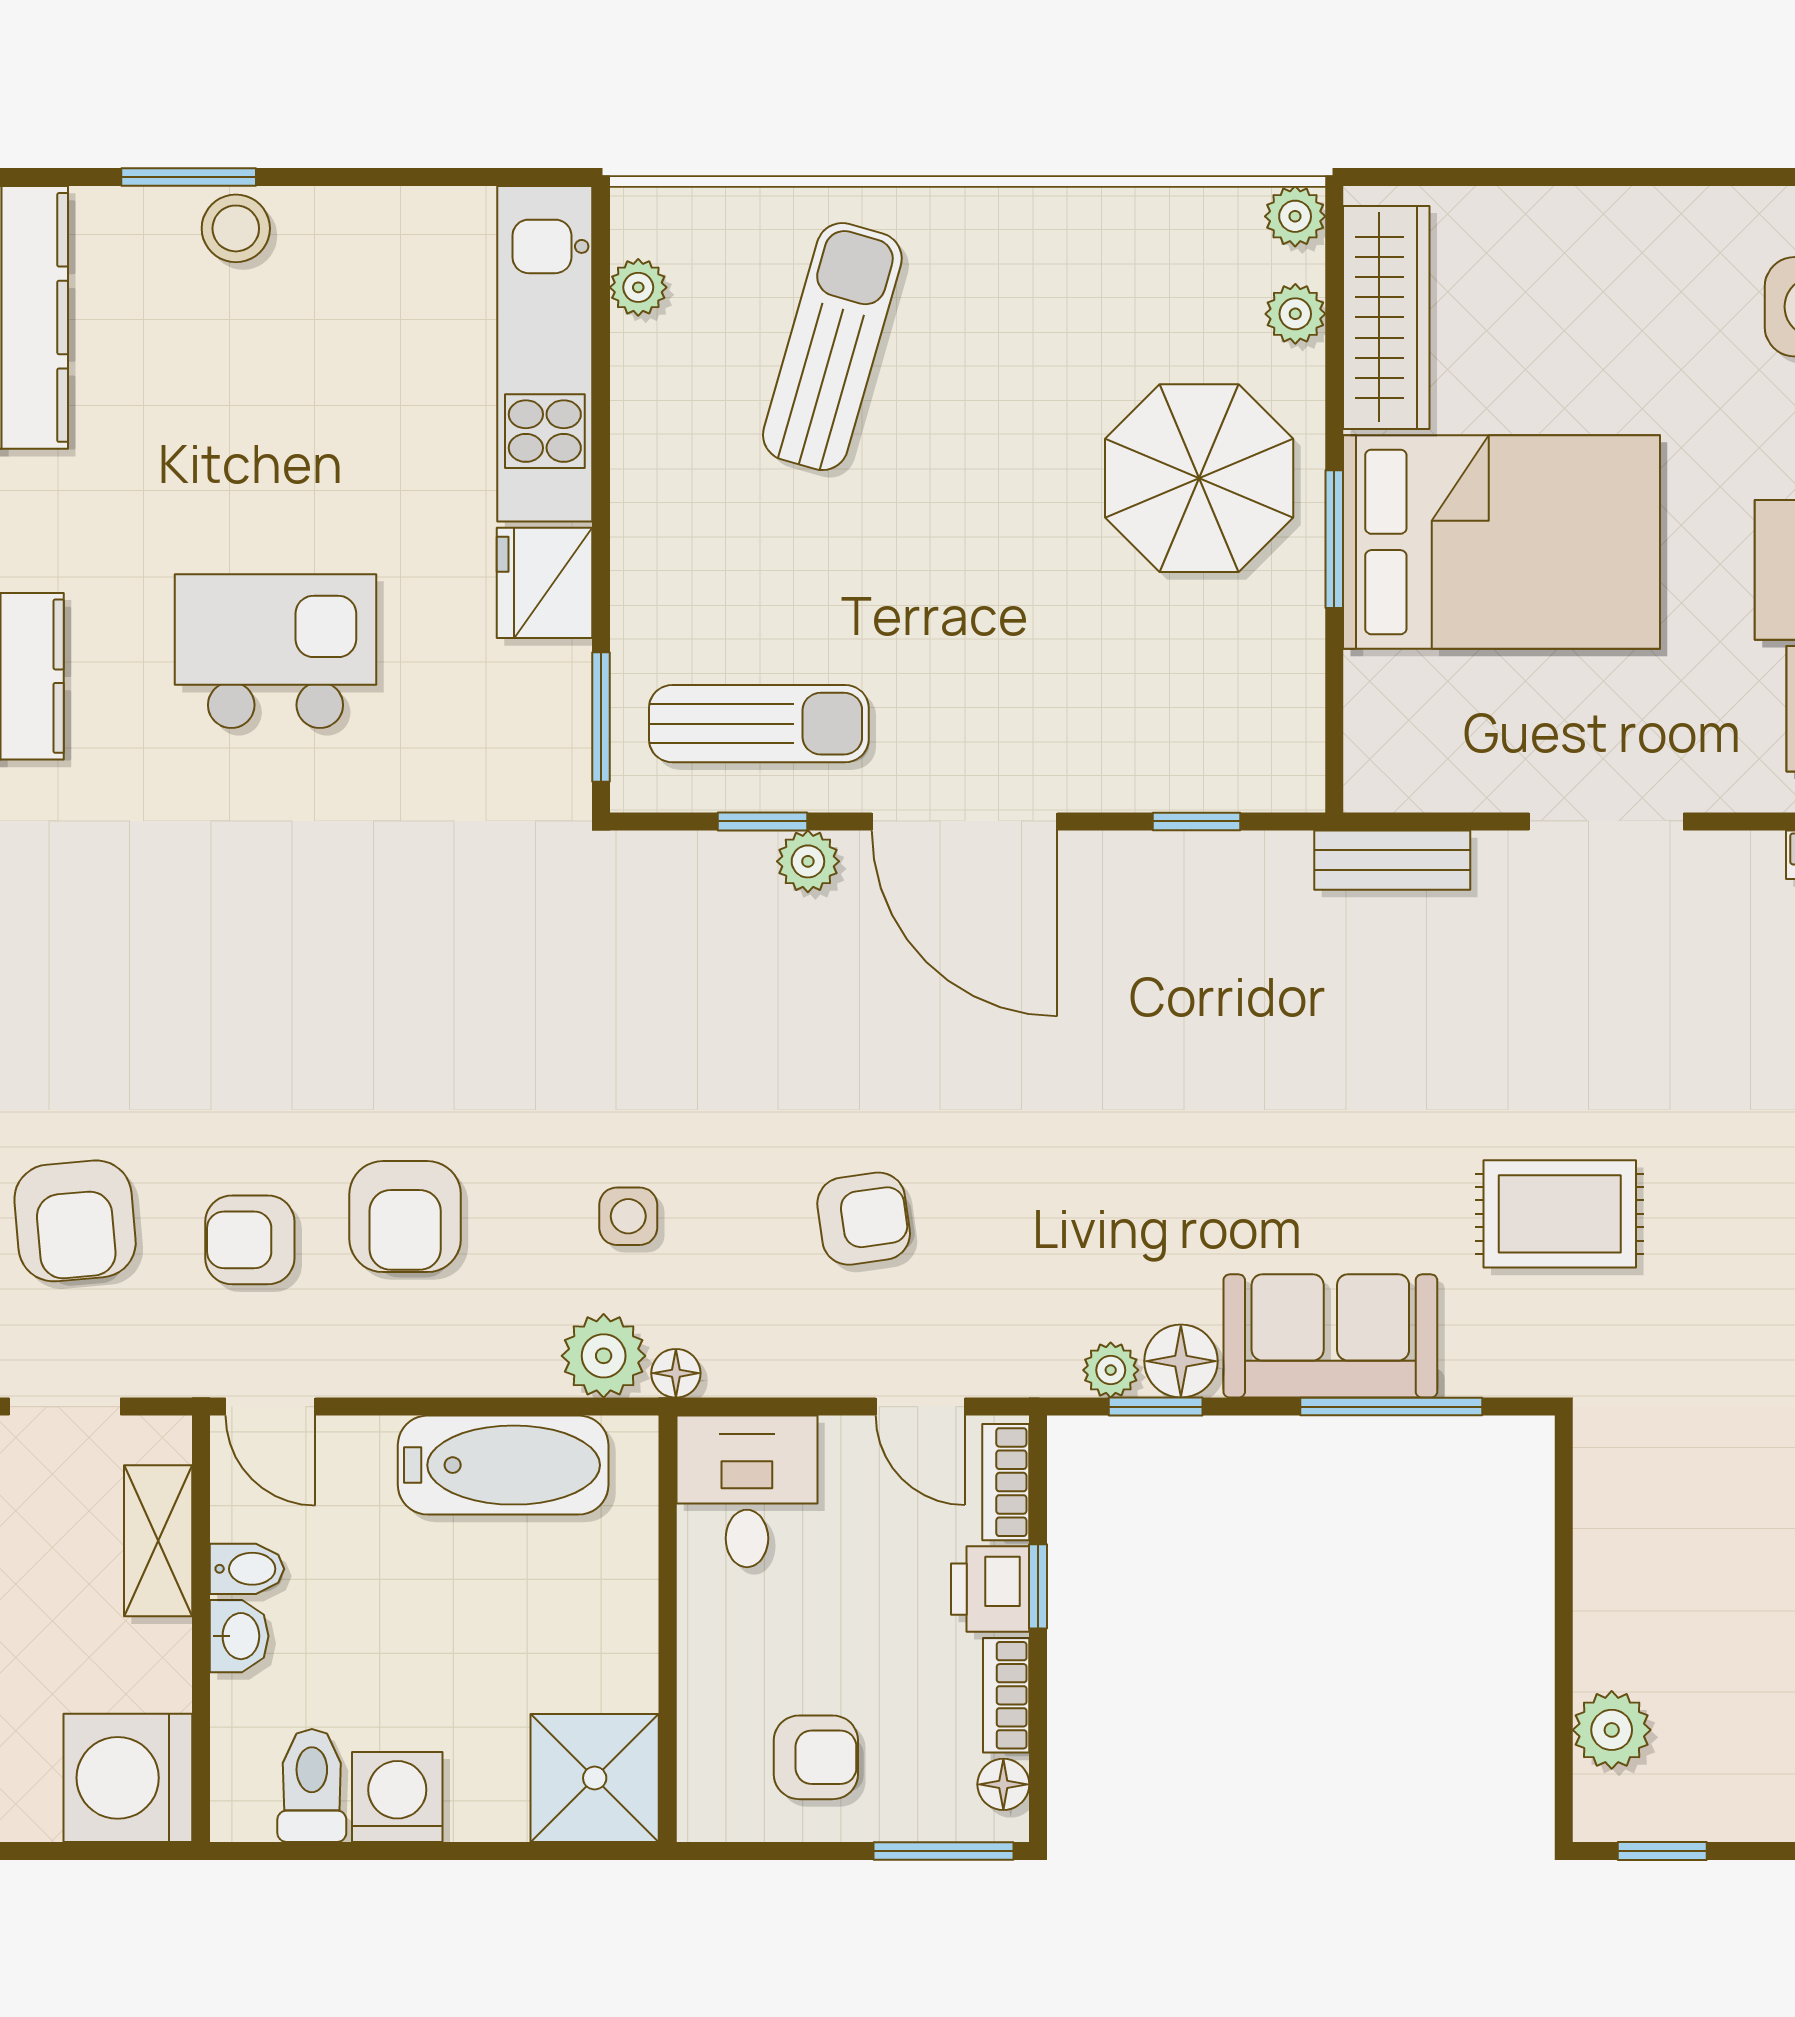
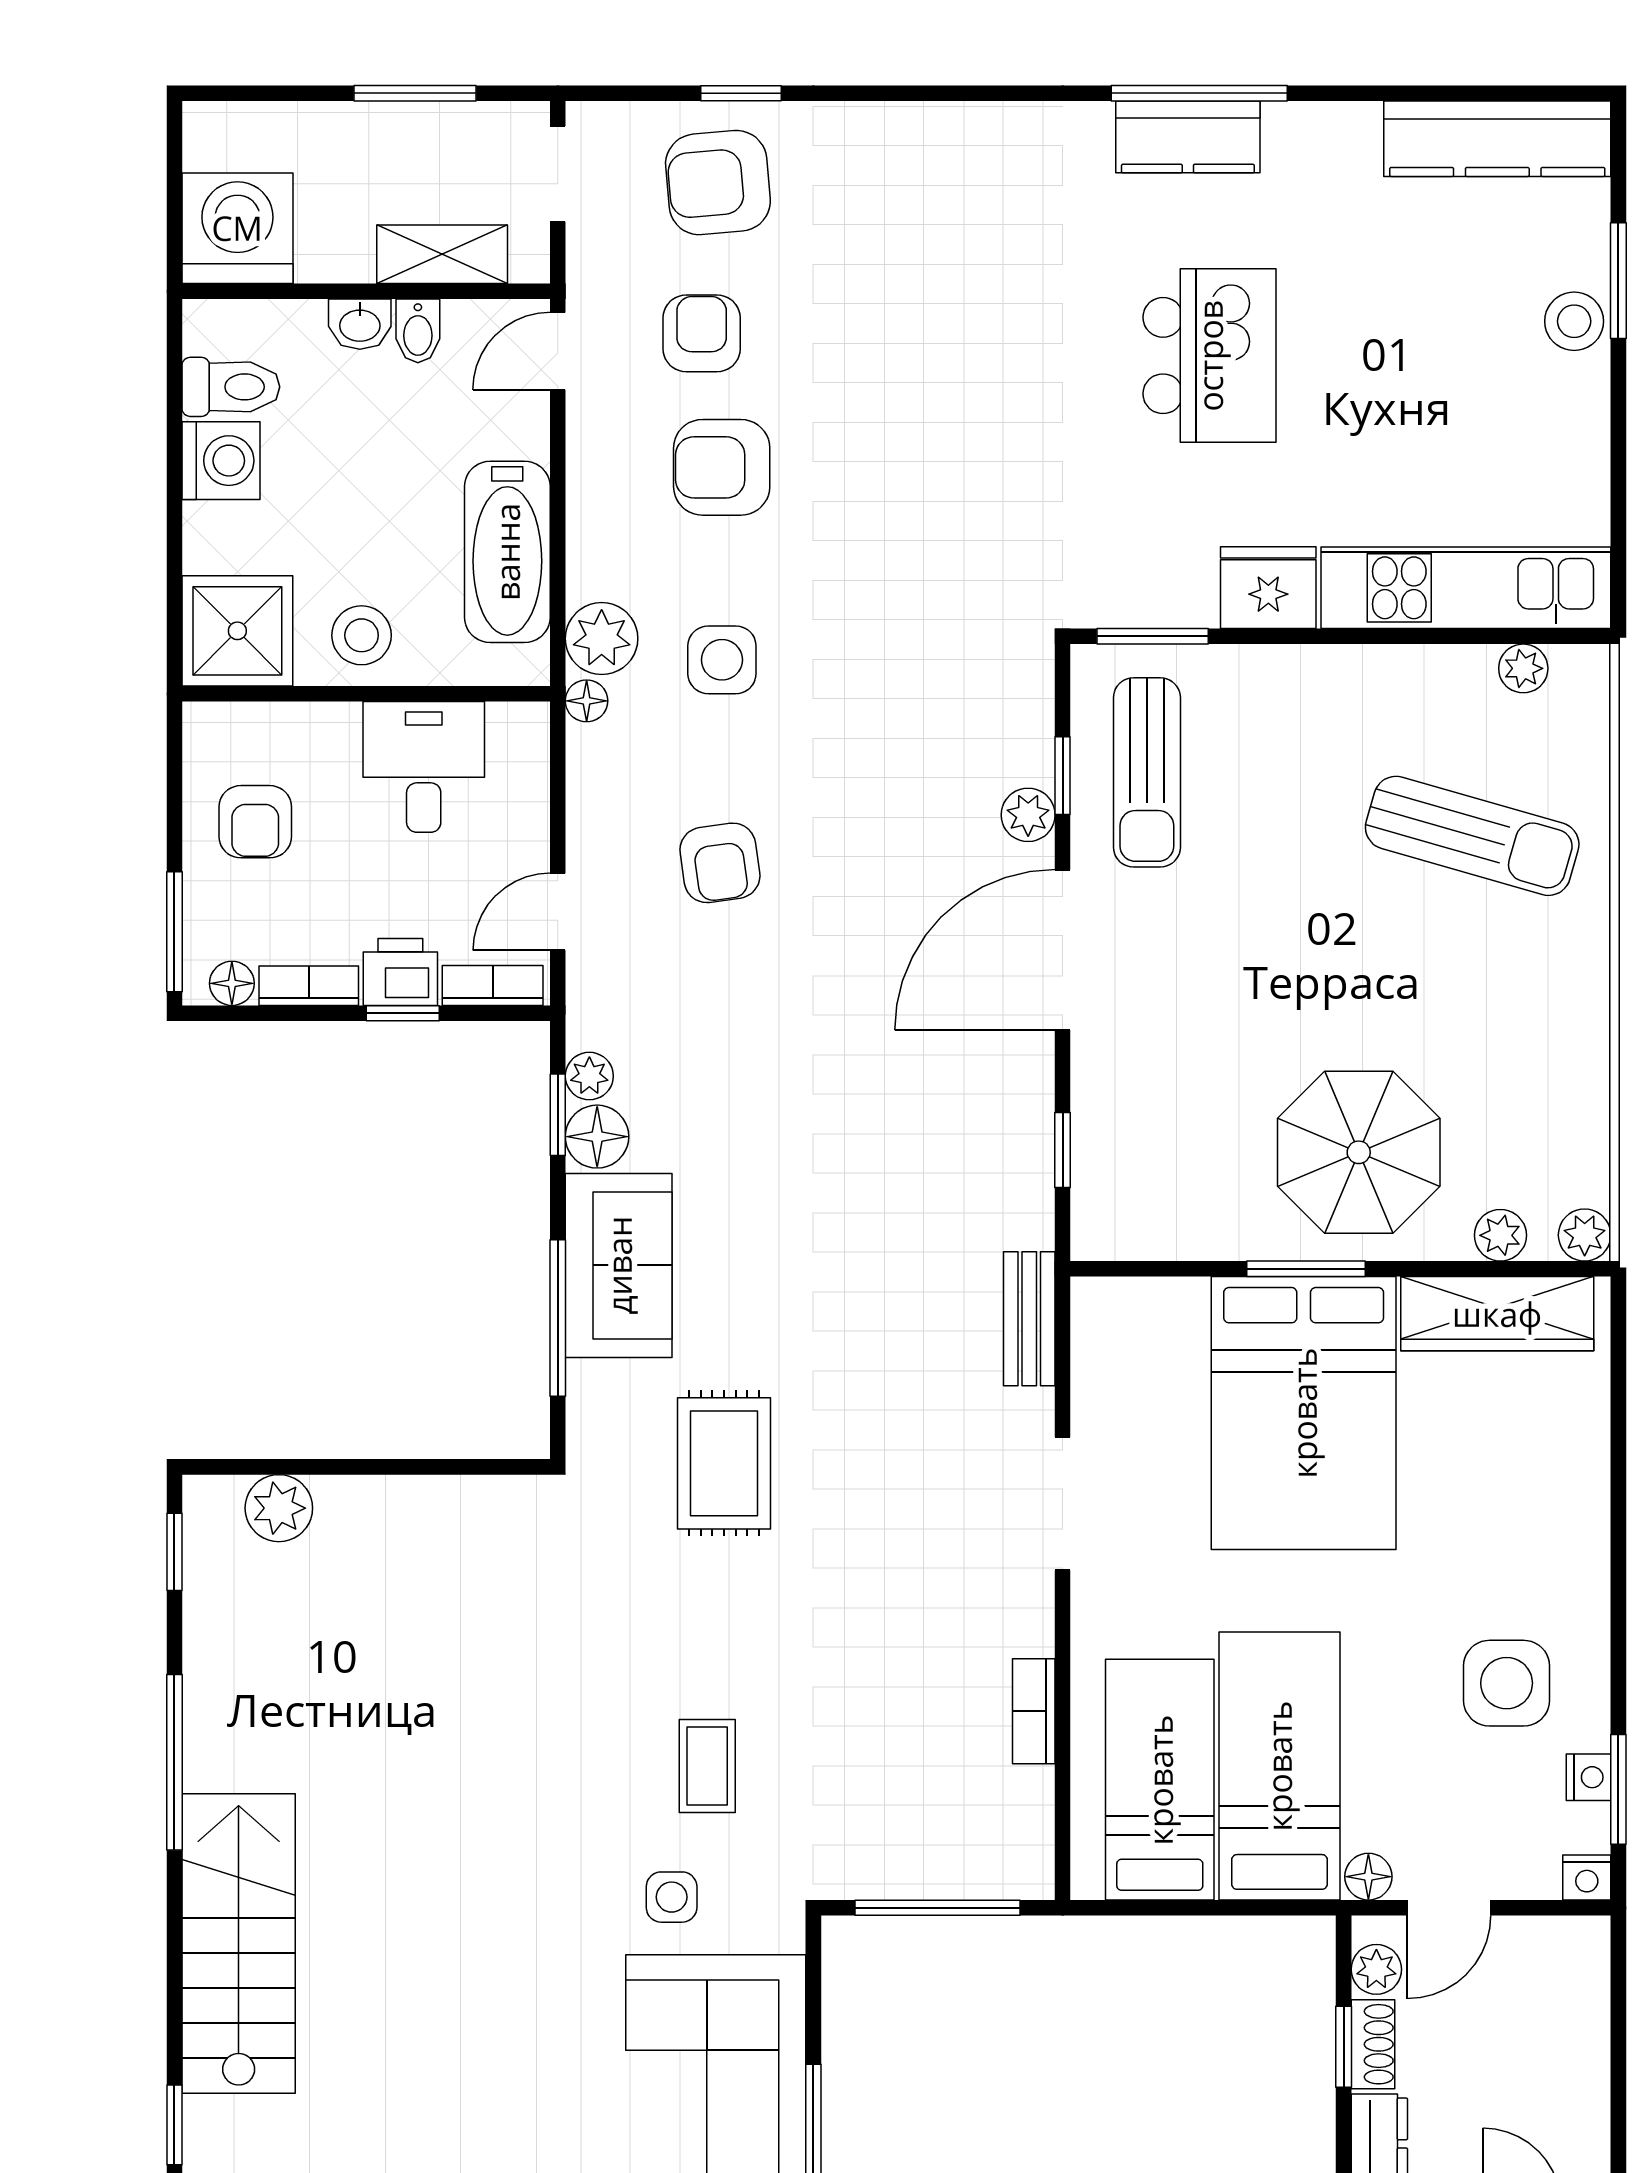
side table: (628, 1216) -> (722, 660), width x1.37, depth x1.37
desk: (747, 1491) -> (424, 767), moved, turned -90
stool: (600, 1634) -> (362, 635), added

